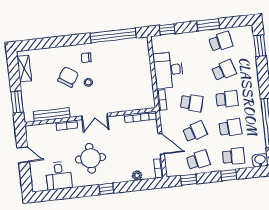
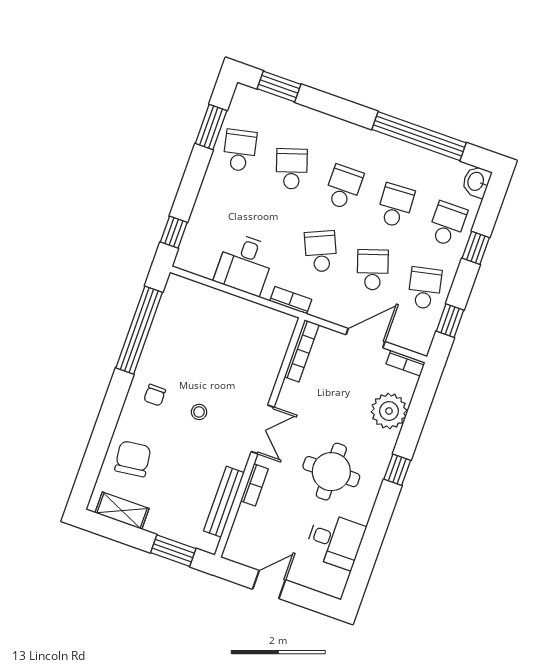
window: (208, 25) -> (211, 127), moved
desk: (168, 70) -> (245, 264), width x0.73
chair: (68, 77) -> (133, 459), moved, turned 50
school desk: (192, 103) -> (321, 251), turned -39
plant: (137, 175) -> (389, 411), width x1.88, depth x1.88

